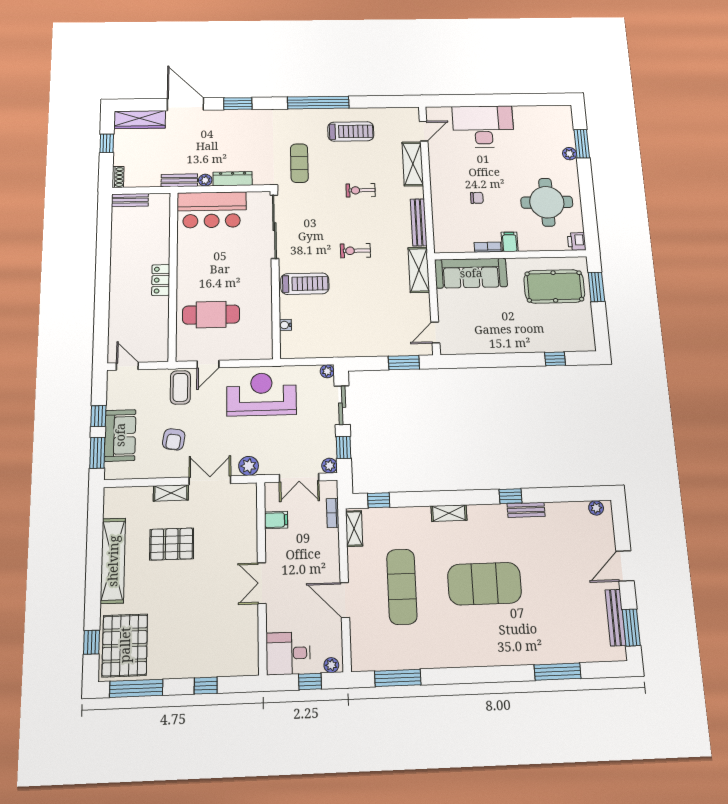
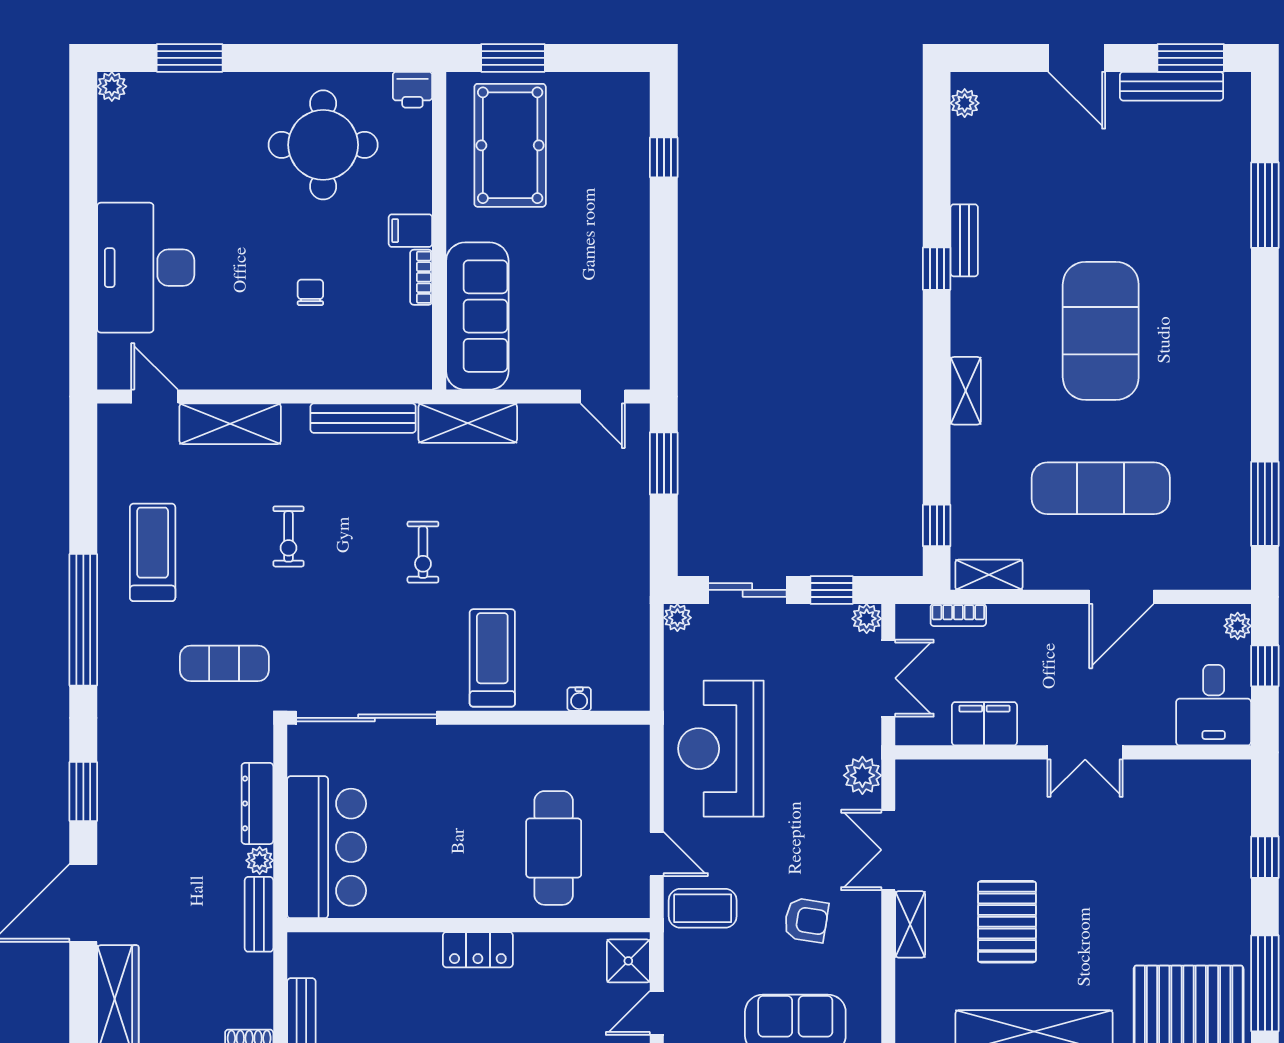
plant: (570, 154) -> (112, 86), moved
shower: (154, 352) -> (628, 961), added
filing cabinet: (276, 520) -> (984, 724), width x2.00

